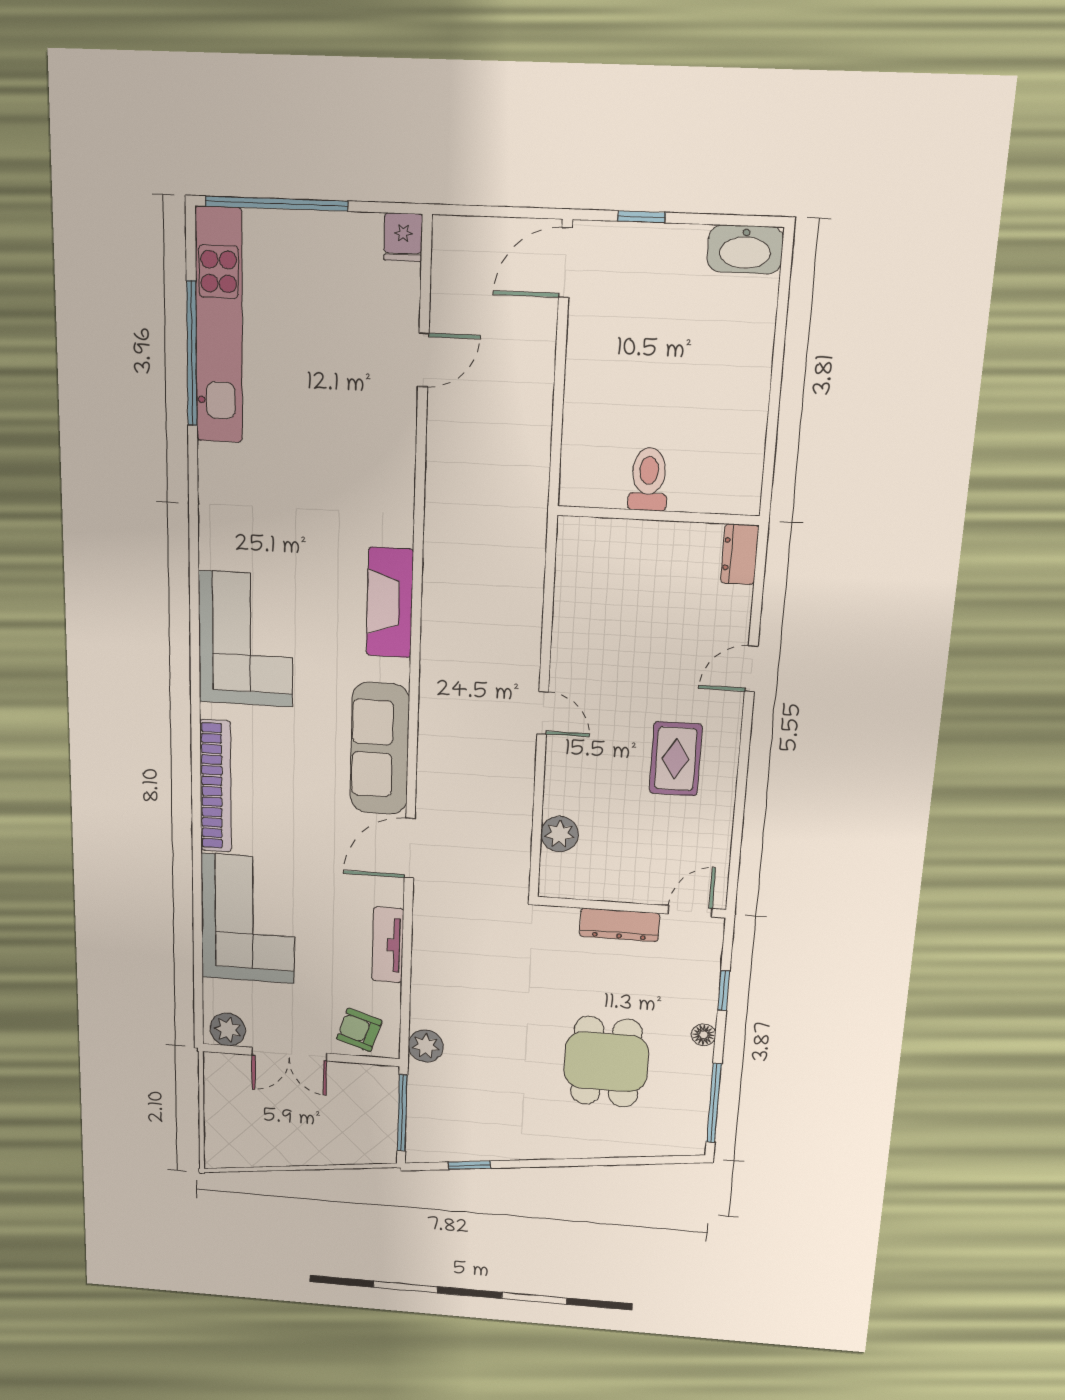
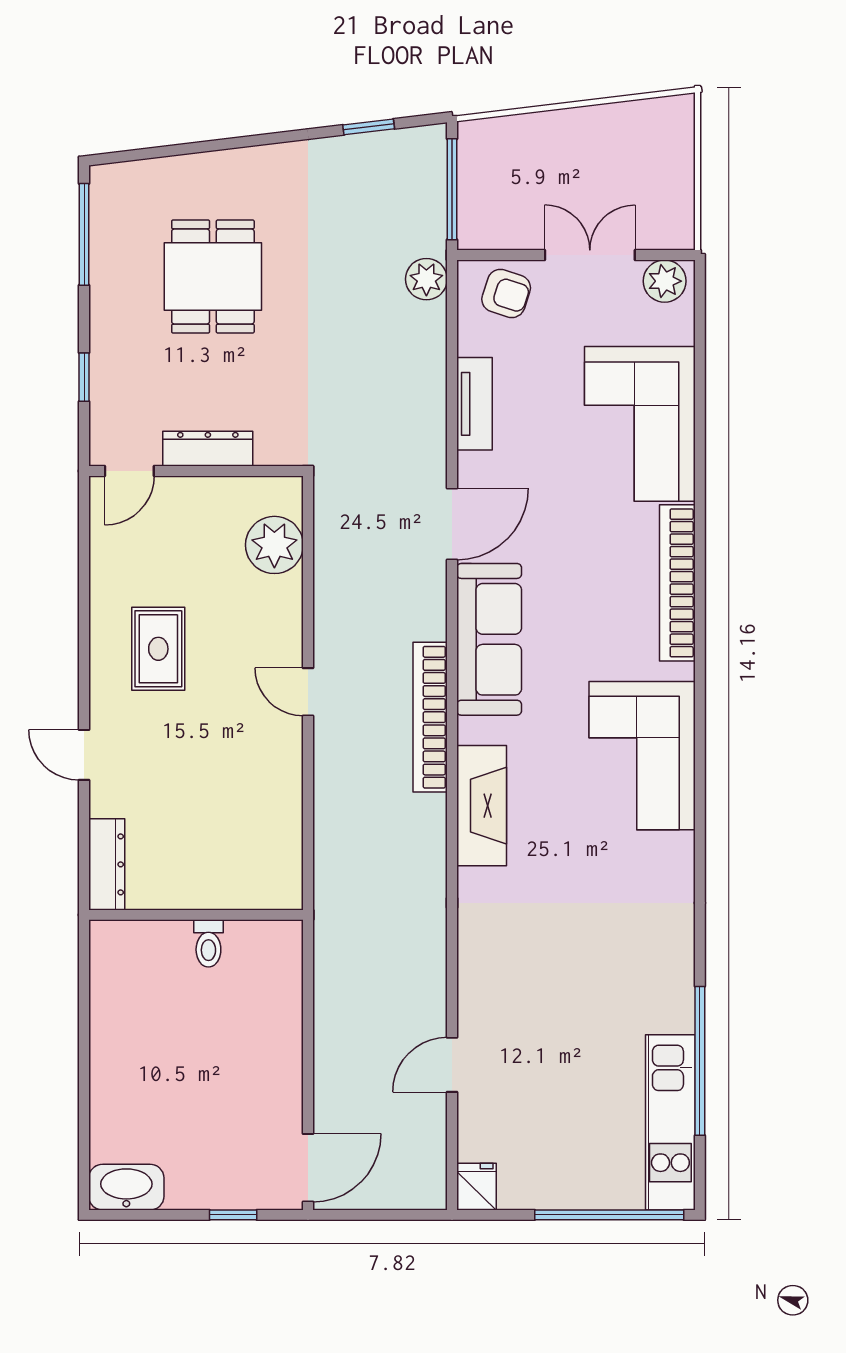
kitchen unit: (219, 326) -> (670, 1122), width x0.73
toilet: (649, 479) -> (208, 943), width x0.73, depth x0.72
dresser: (740, 554) -> (107, 864), width x1.44
door: (751, 669) -> (84, 755), swing flipped
bookcase: (434, 684) -> (430, 717), added
plant: (560, 834) -> (274, 545), width x1.36, depth x1.36
floor lamp: (704, 1035) -> (103, 320), removed

